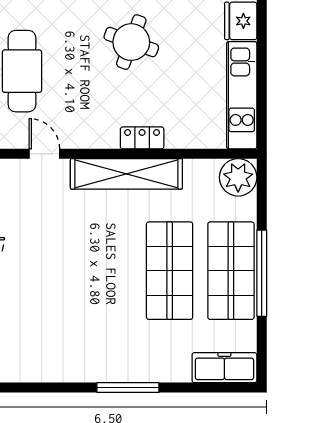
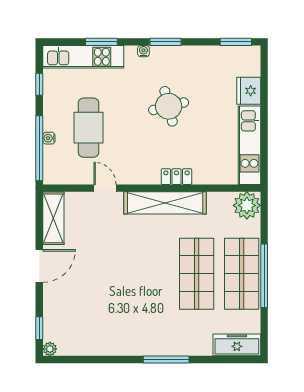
round table: (131, 42) -> (169, 106), turned -34

